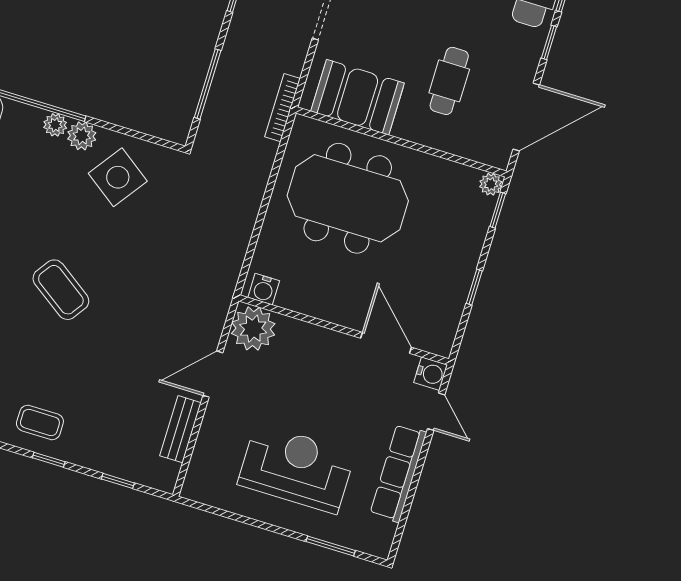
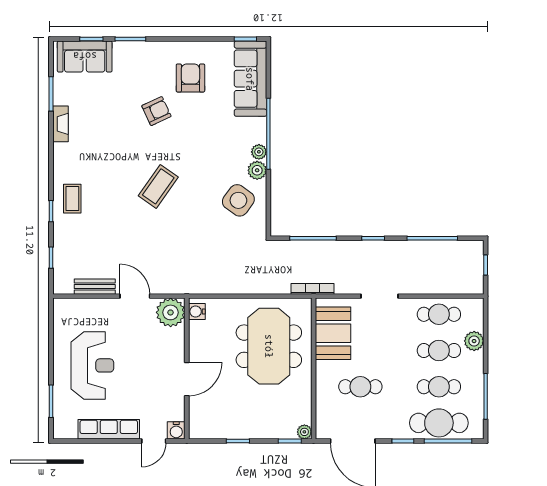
door: (386, 343) -> (187, 379), moved

